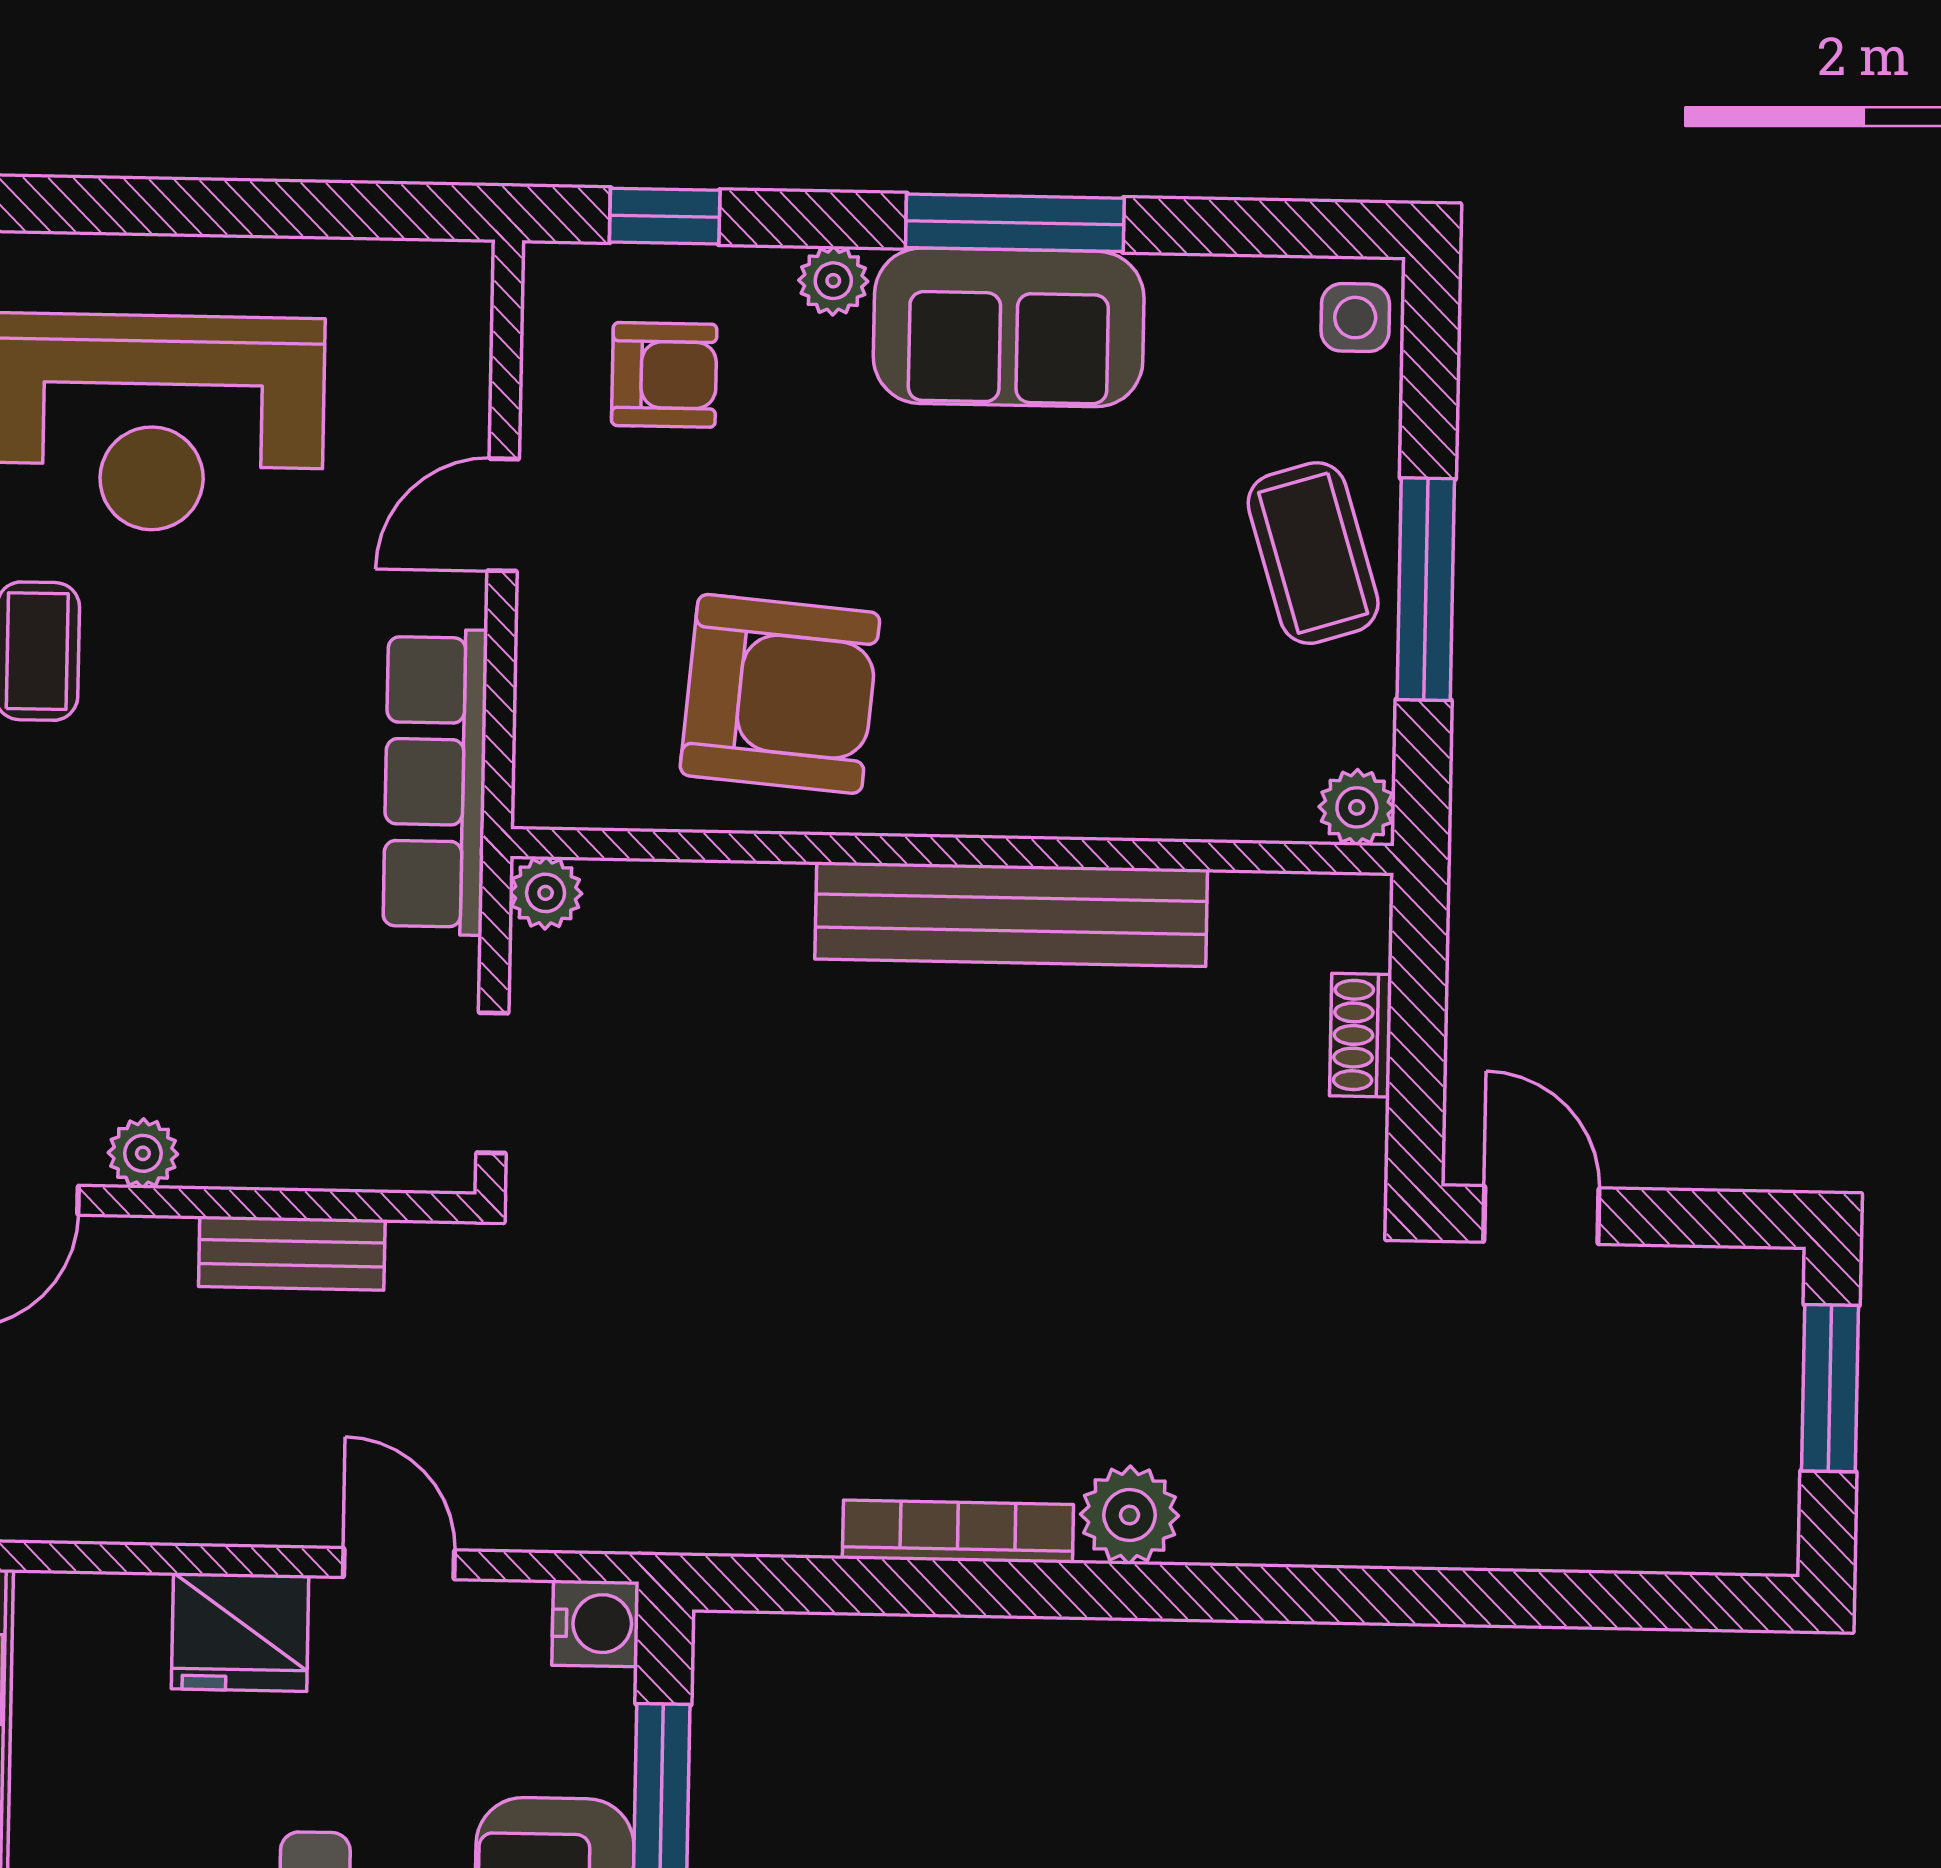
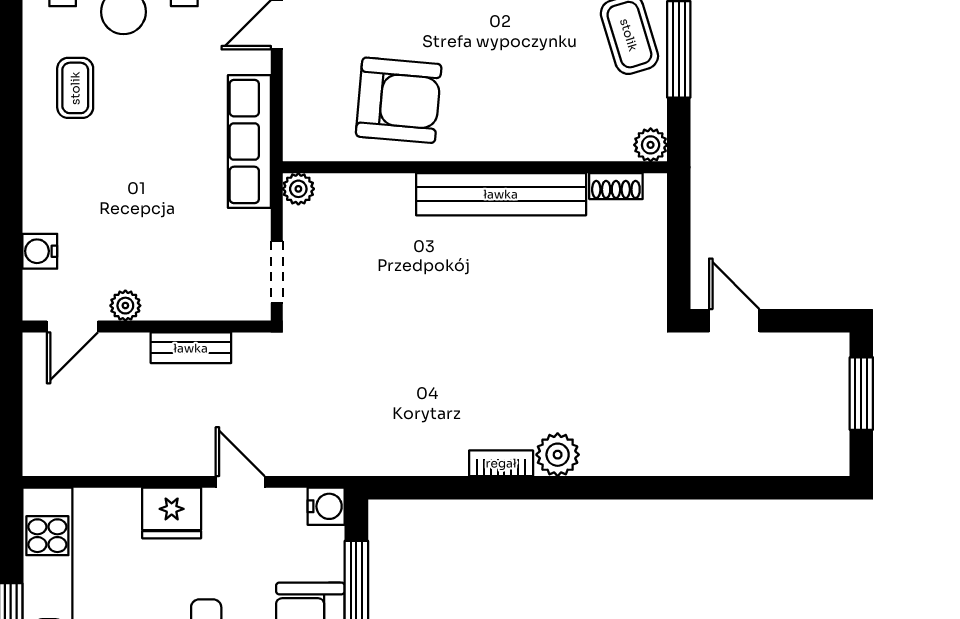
shoe rack: (1361, 1035) -> (616, 186), moved, turned -90
bookcase: (958, 1531) -> (501, 463), width x0.64

